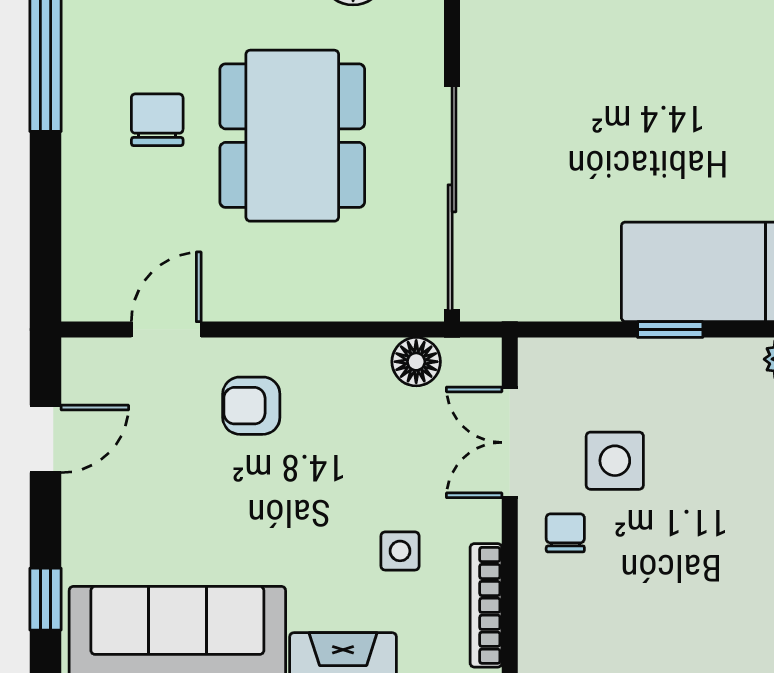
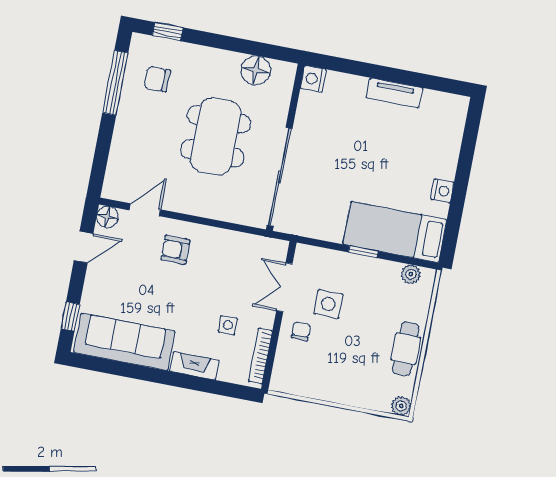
chair: (157, 120) -> (157, 79), moved, turned -90
floor lamp: (416, 362) -> (107, 217), moved

